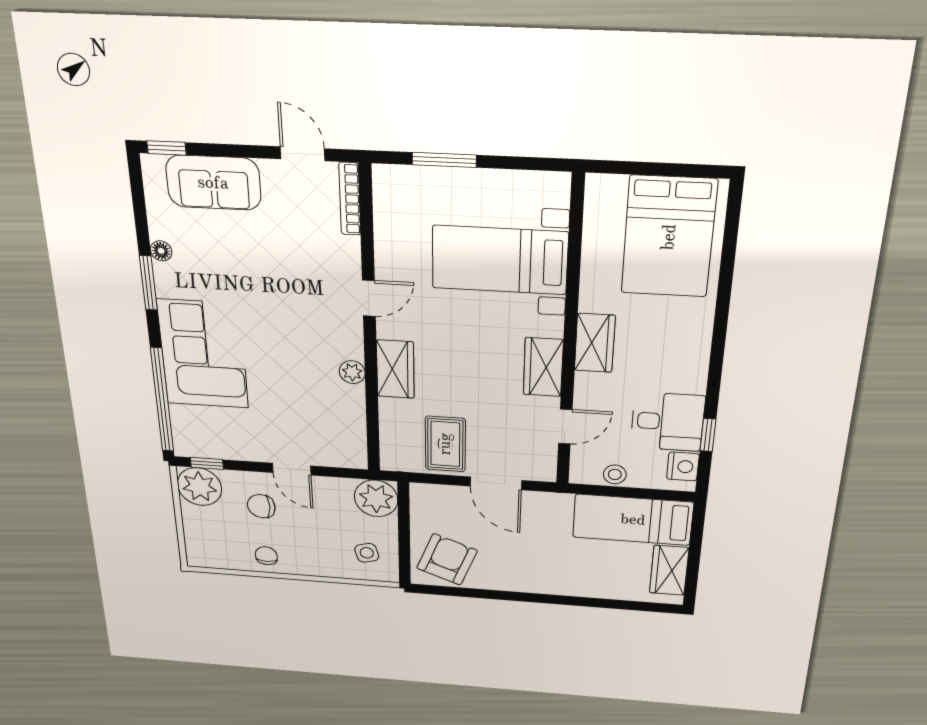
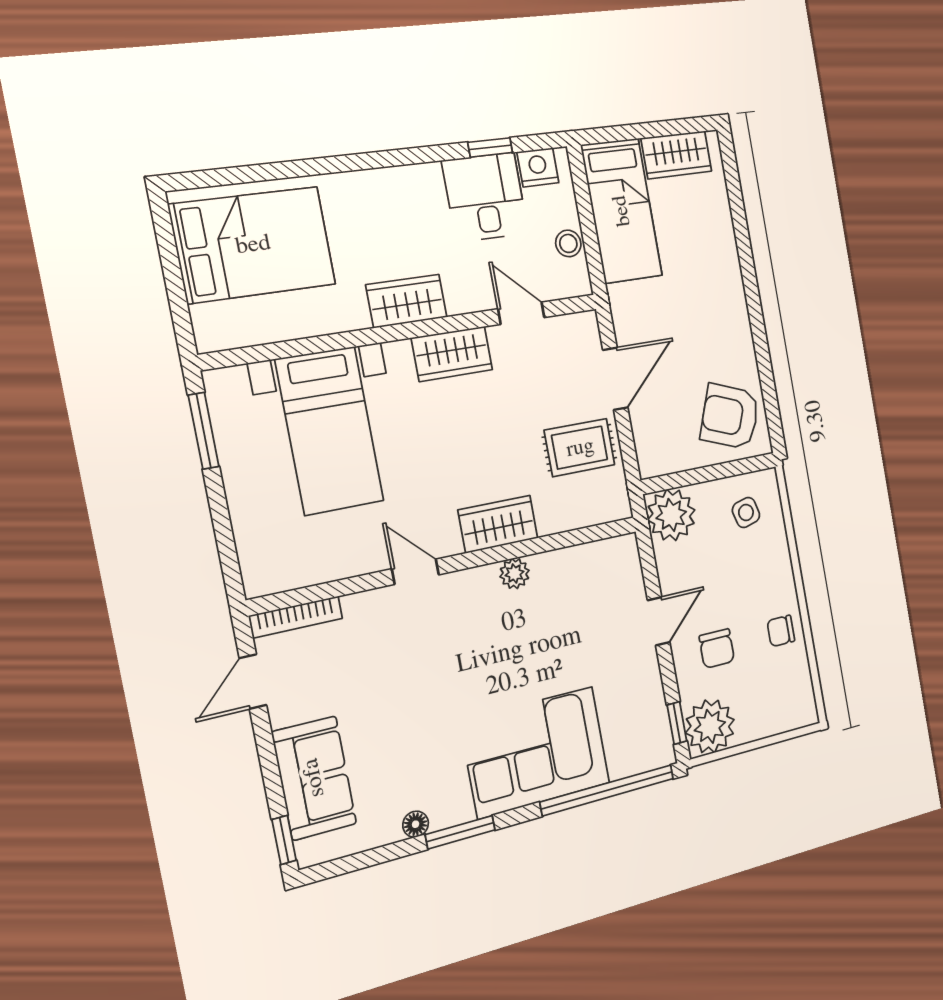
window: (444, 160) -> (204, 431), moved

